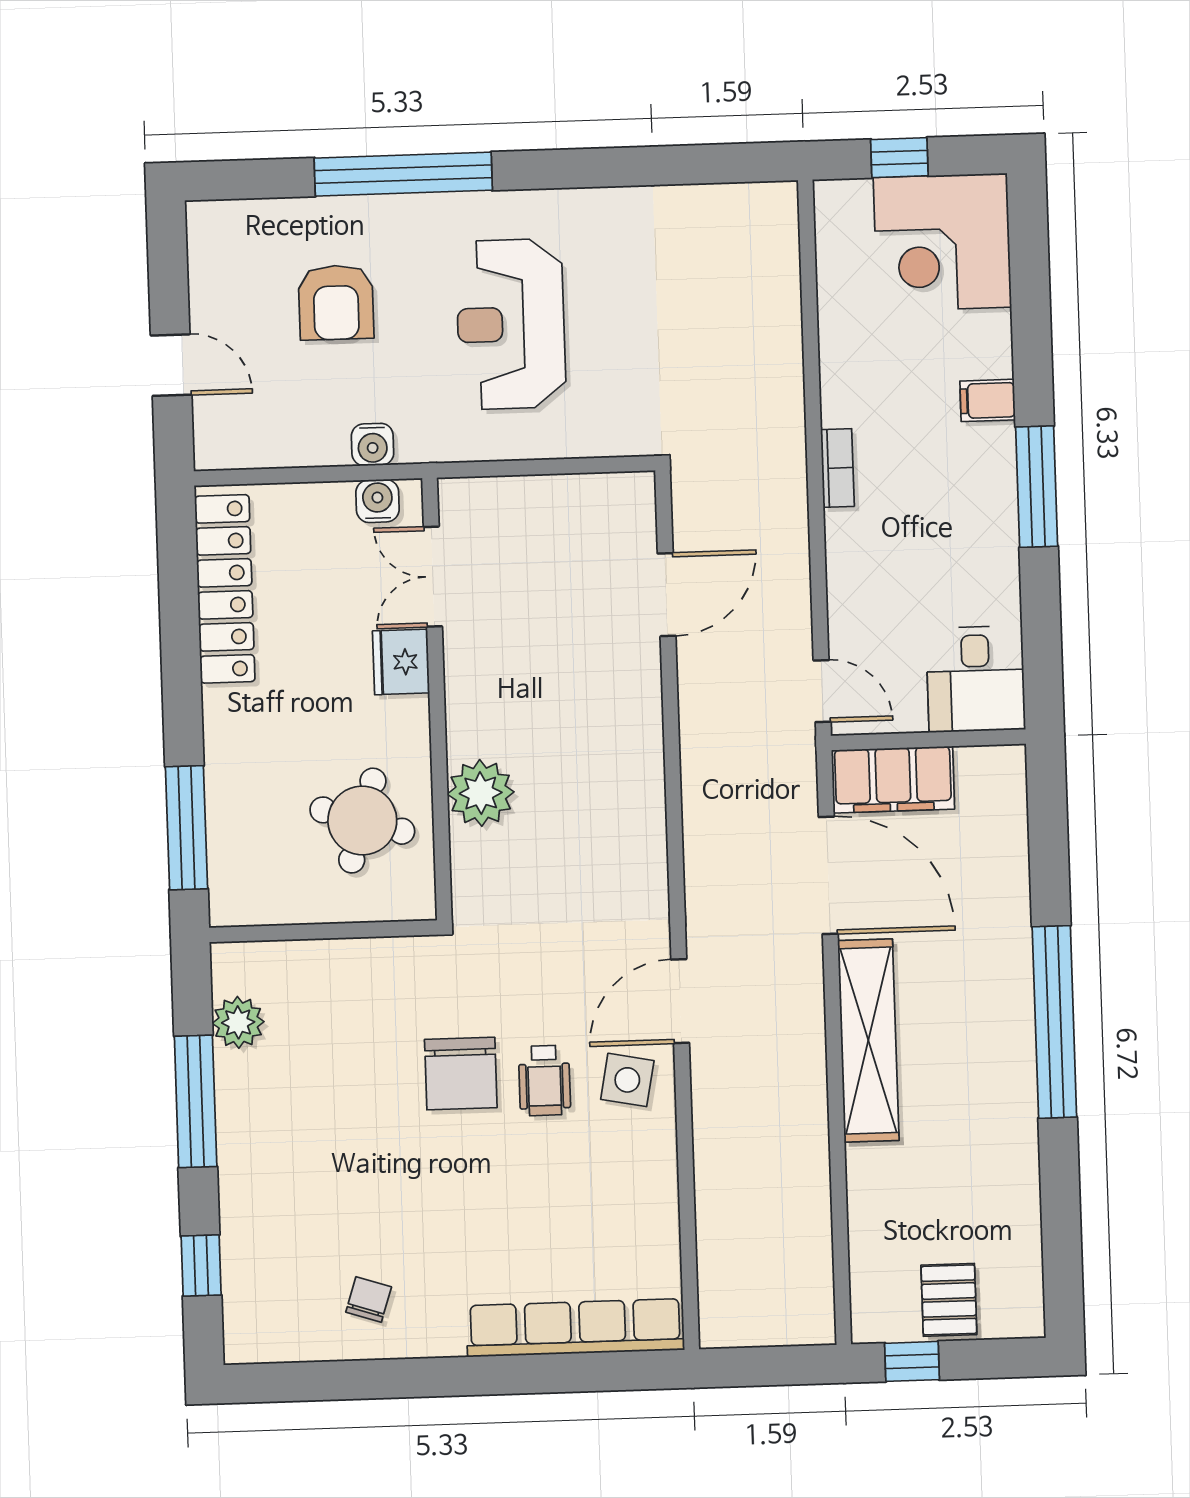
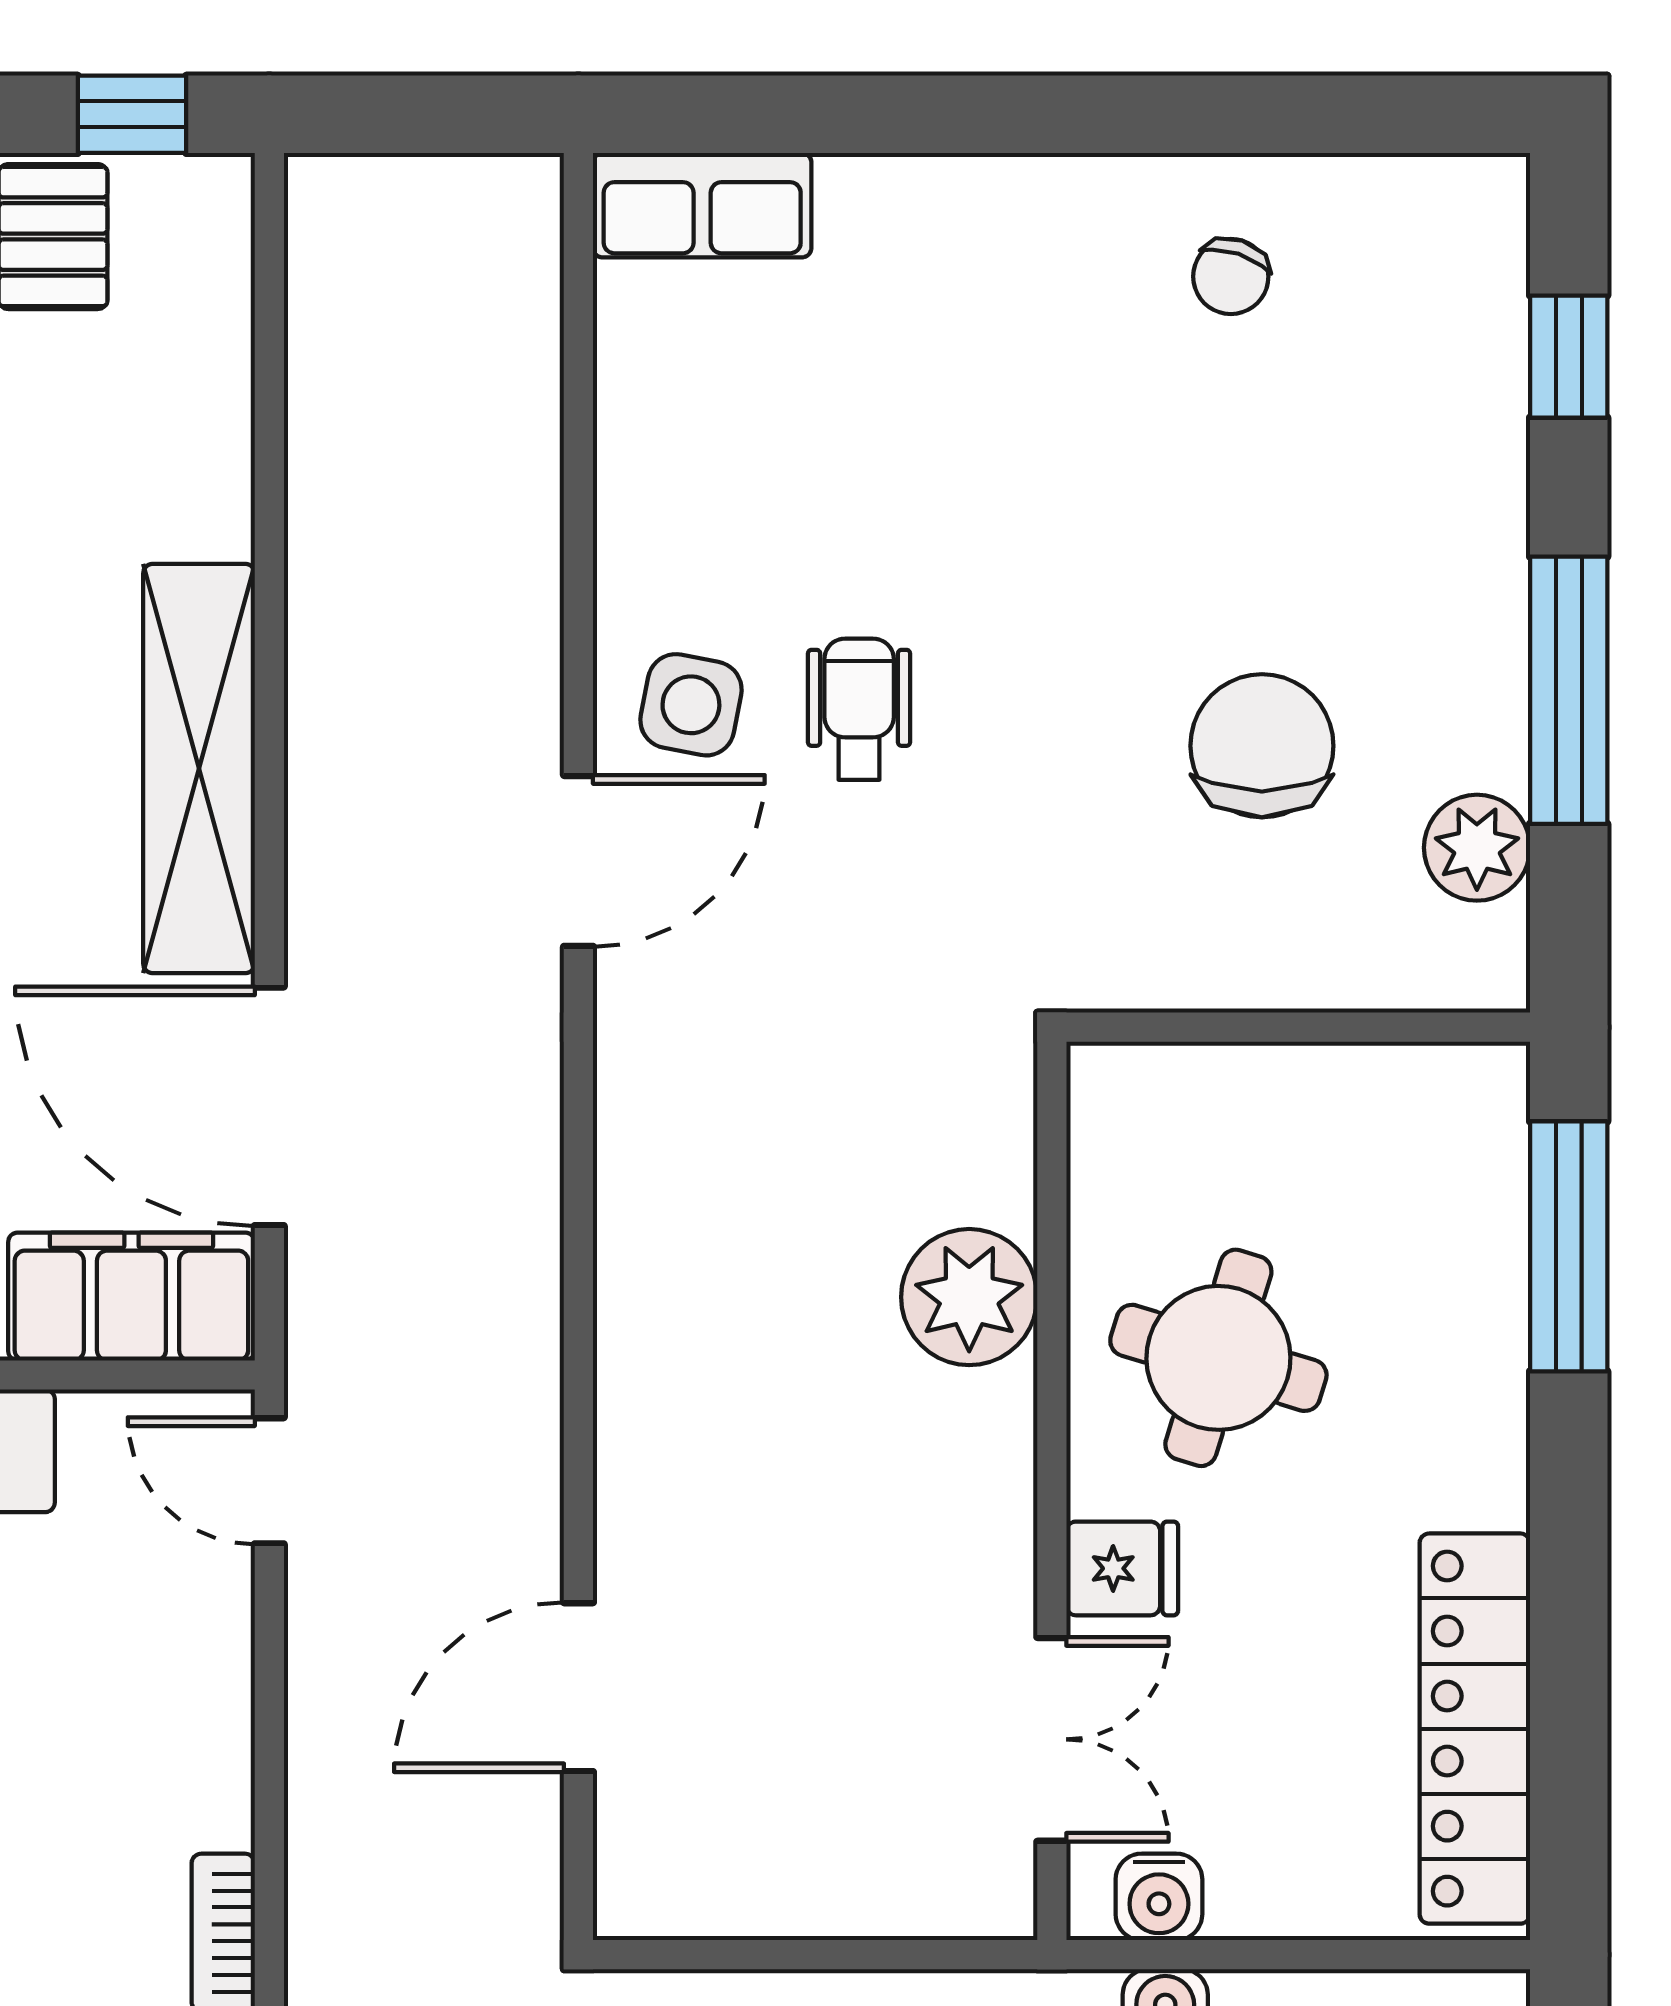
fridge: (401, 662) -> (1122, 1568), width x0.72
round table: (362, 821) -> (1218, 1358), moved
chair: (461, 1074) -> (1262, 746), moved
row of seats: (575, 1328) -> (702, 205), width x0.50

